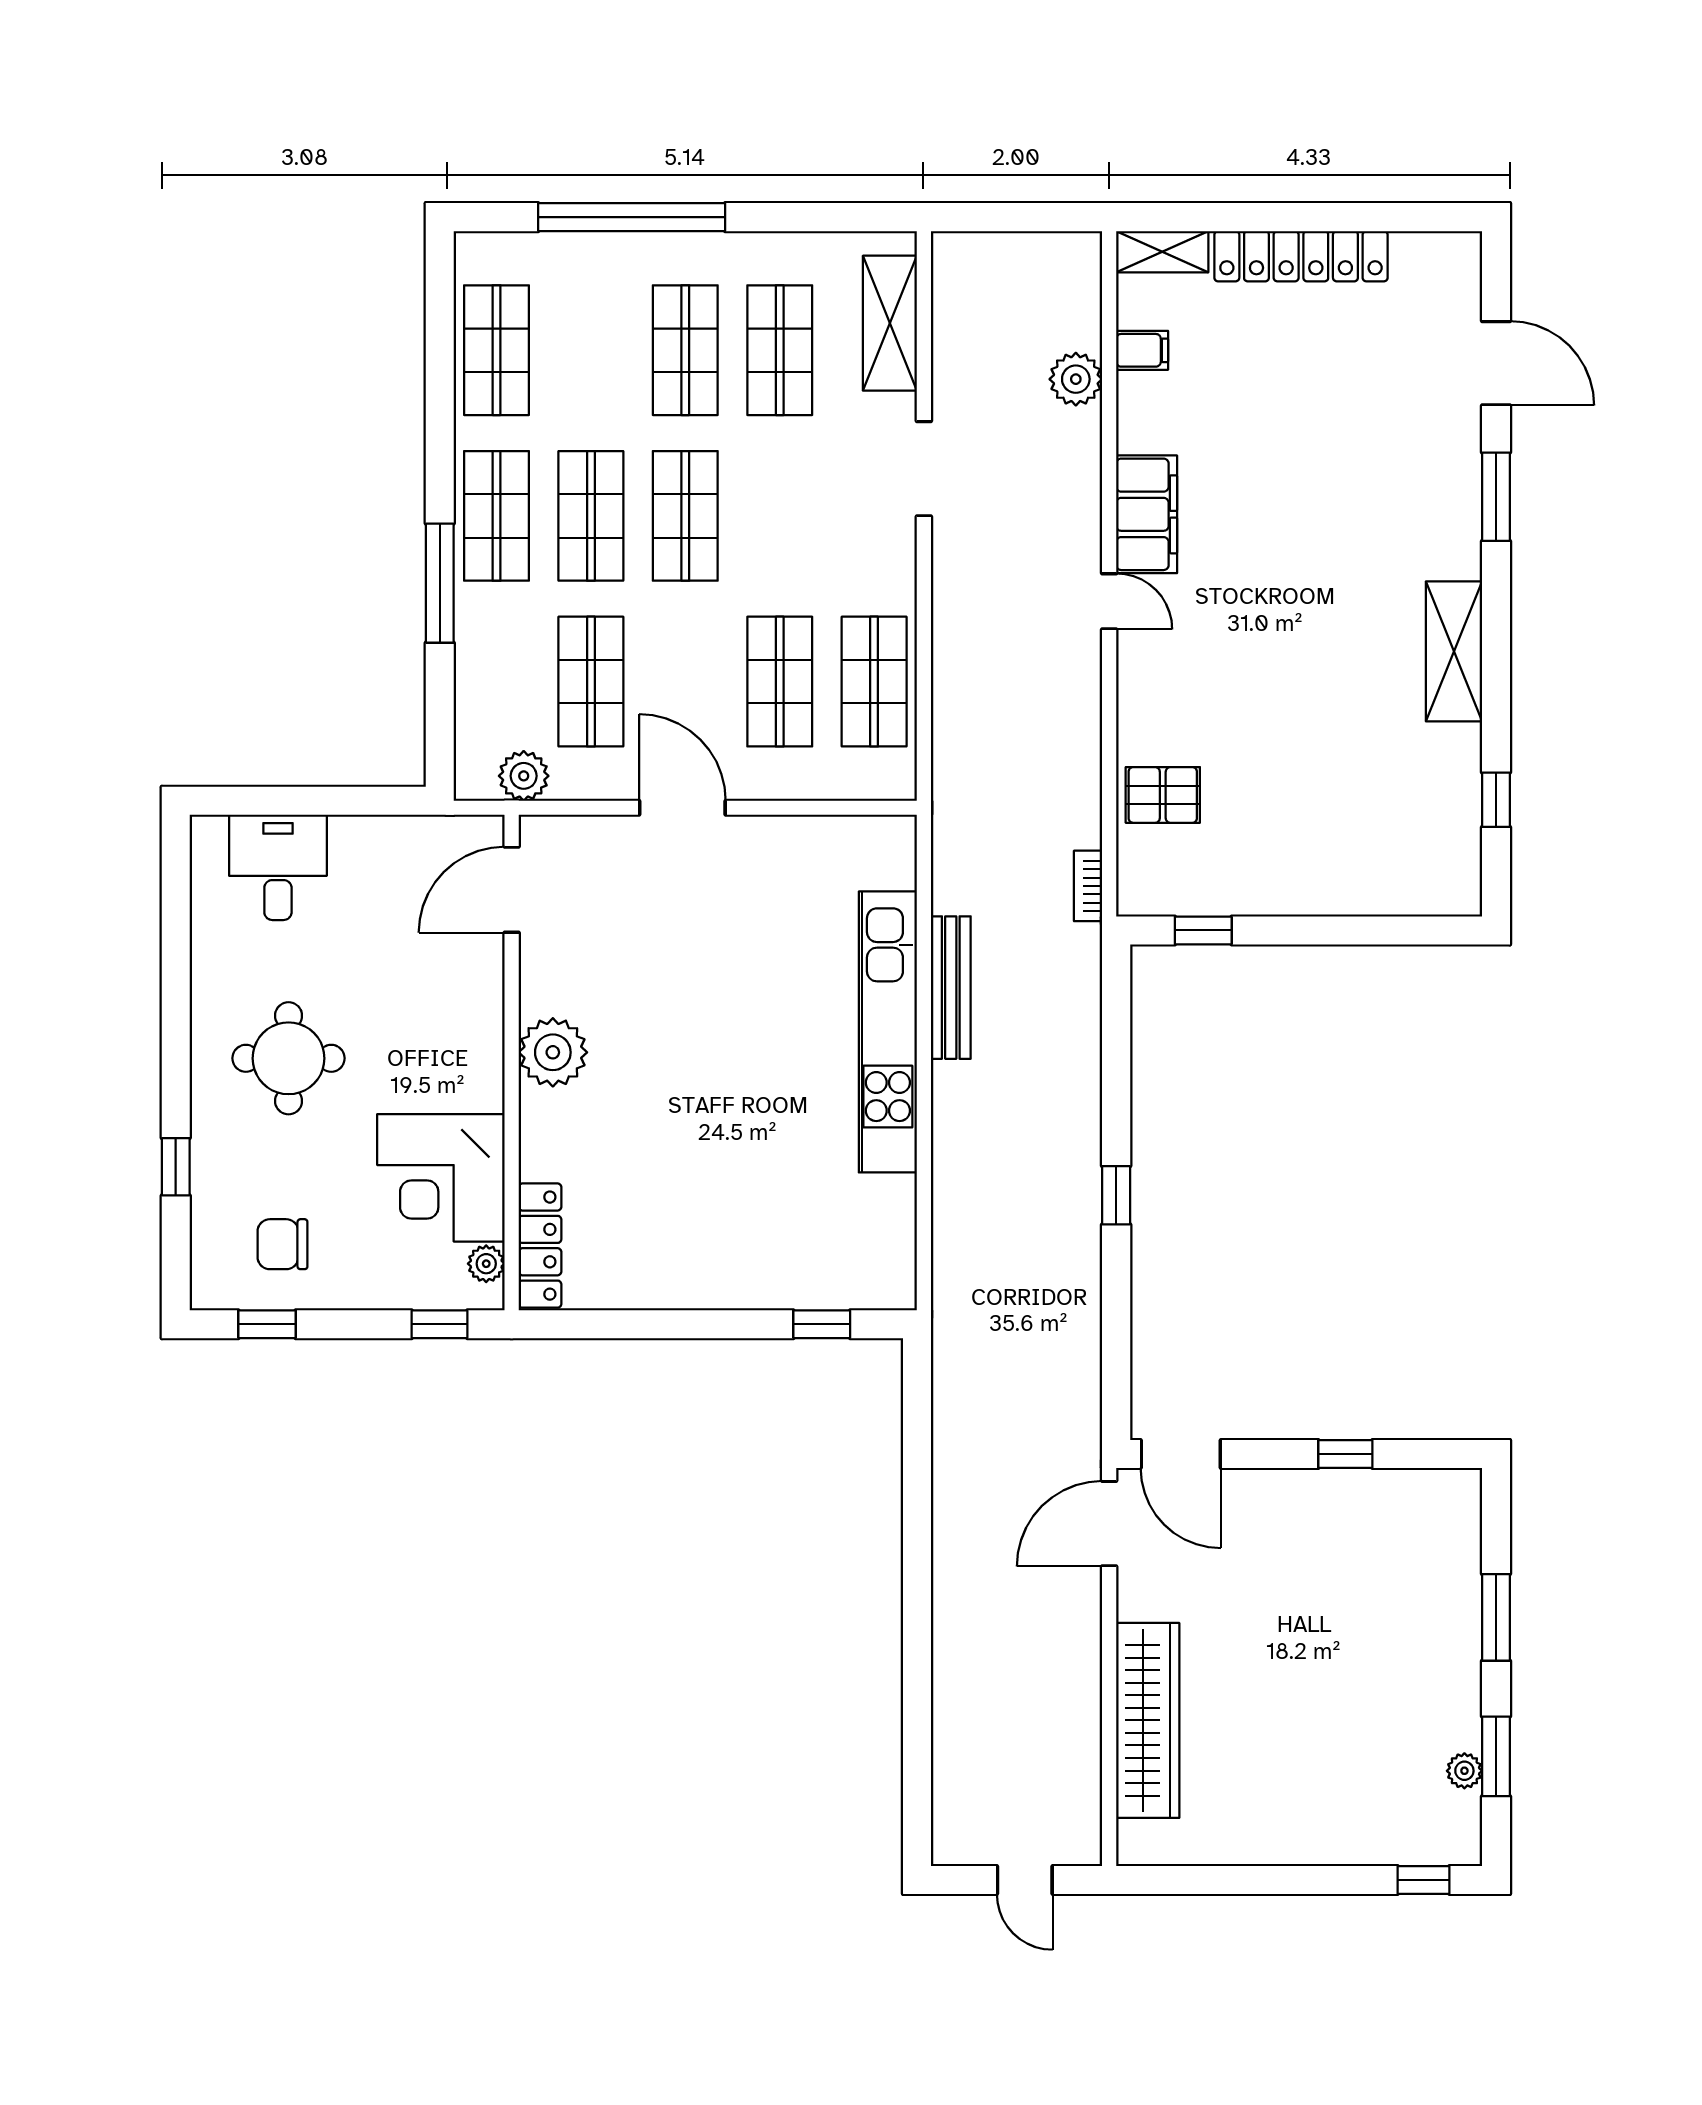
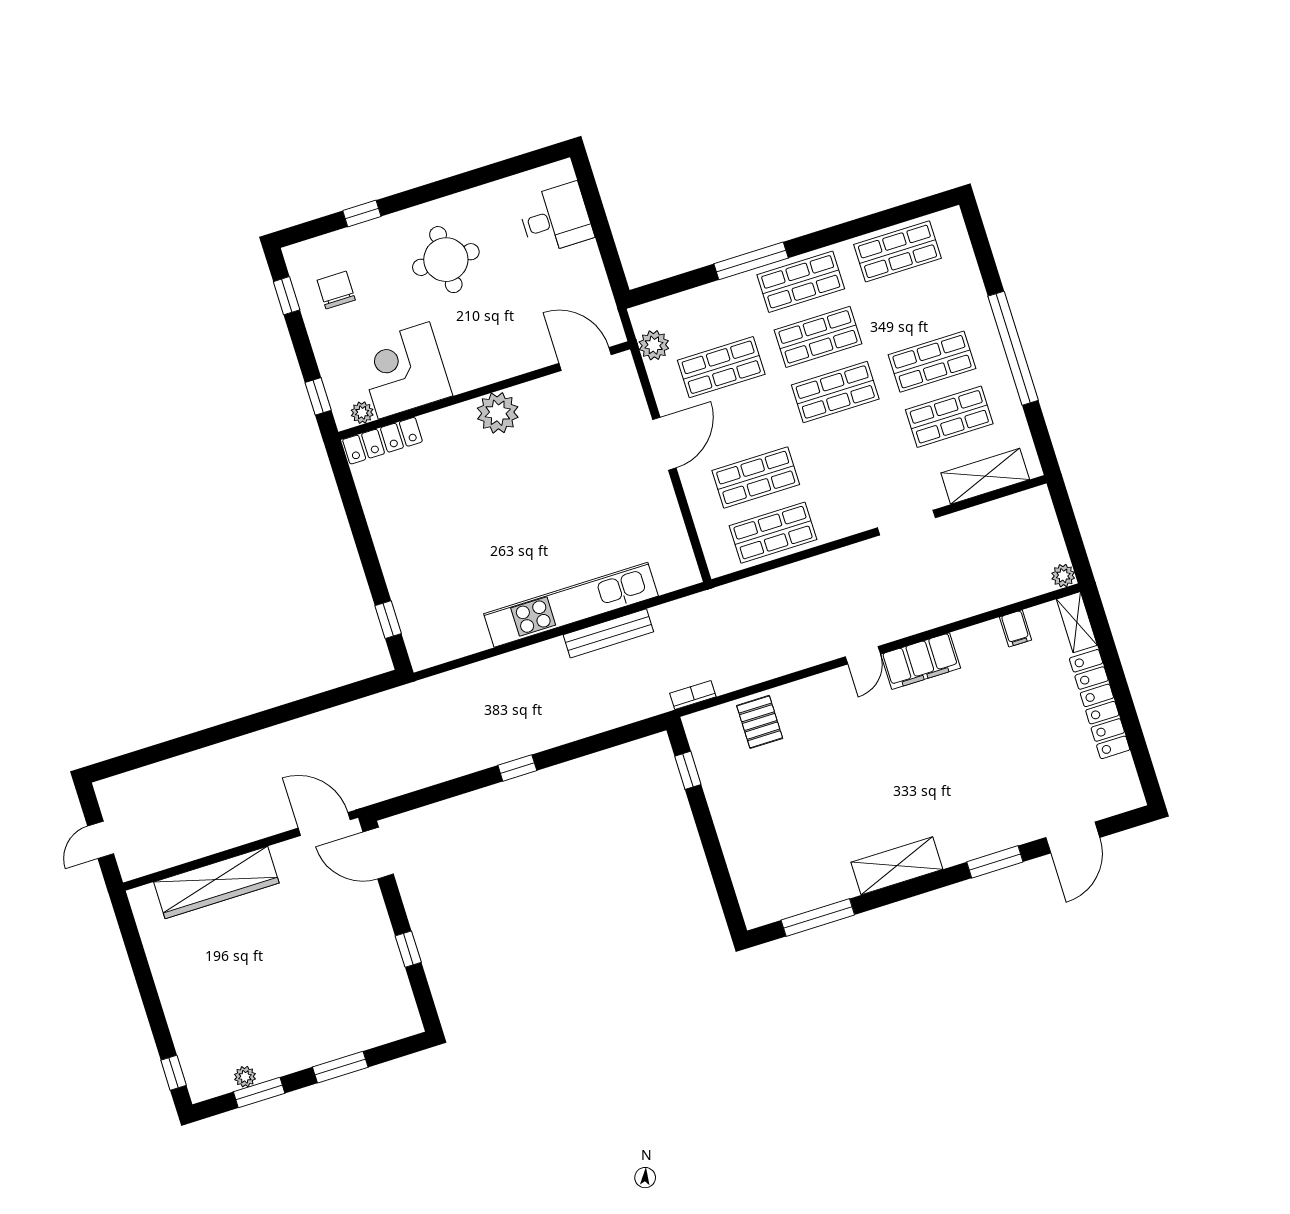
window: (632, 217) -> (1013, 348), moved
plant: (1076, 379) -> (1063, 576), moved, width x0.73, depth x0.73
window: (1496, 800) -> (818, 917), width x2.17
door: (1181, 1454) -> (378, 853), hinge flipped

